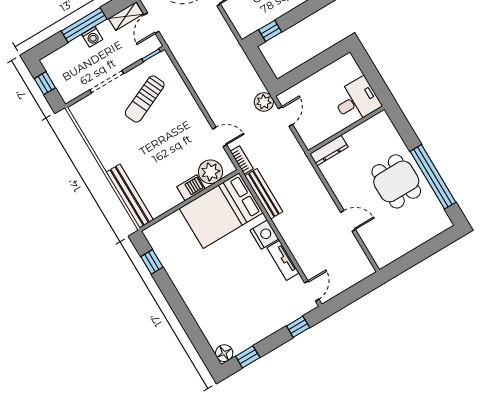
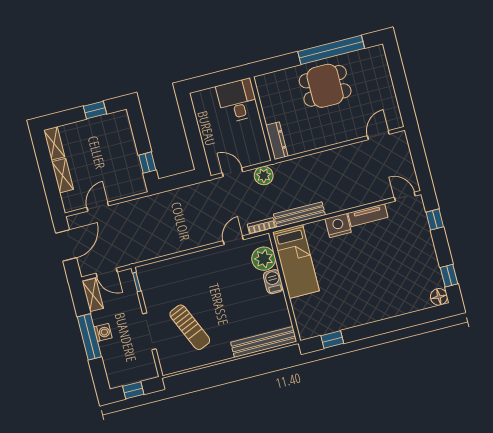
sun lounger: (145, 99) -> (190, 327), moved
plant: (264, 102) -> (264, 176), moved
bed: (221, 211) -> (296, 261), width x0.67
door: (348, 221) -> (378, 135), moved

